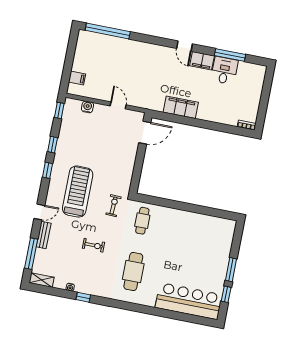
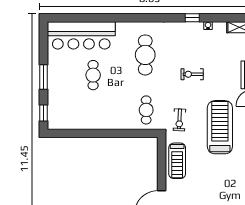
treadmill: (123, 168) -> (177, 161), added
treadmill: (78, 192) -> (220, 127), turned 180
cafe table: (185, 262) -> (93, 75), added
window: (226, 294) -> (43, 113), moved

